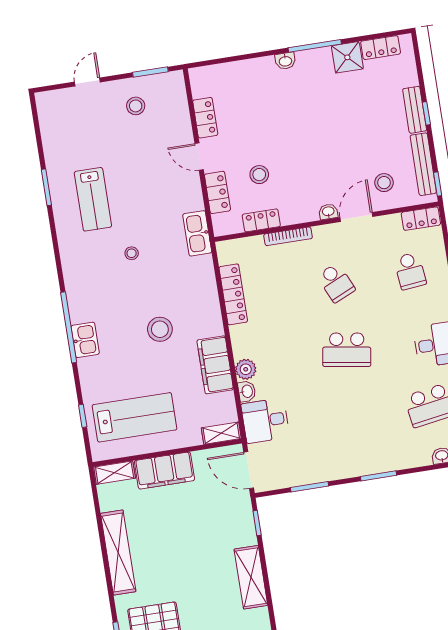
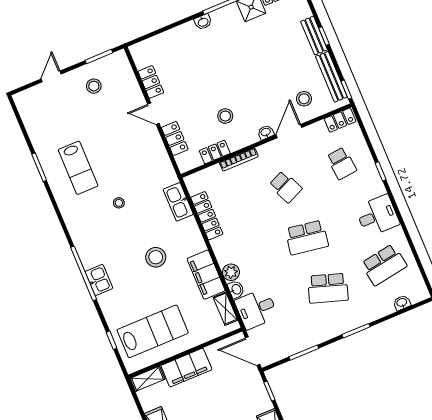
stool: (259, 175) -> (225, 116), moved
kitchen sink: (197, 233) -> (178, 202), moved
school desk: (357, 417) -> (328, 288), added
shelving: (221, 433) -> (225, 309), moved, turned 90

